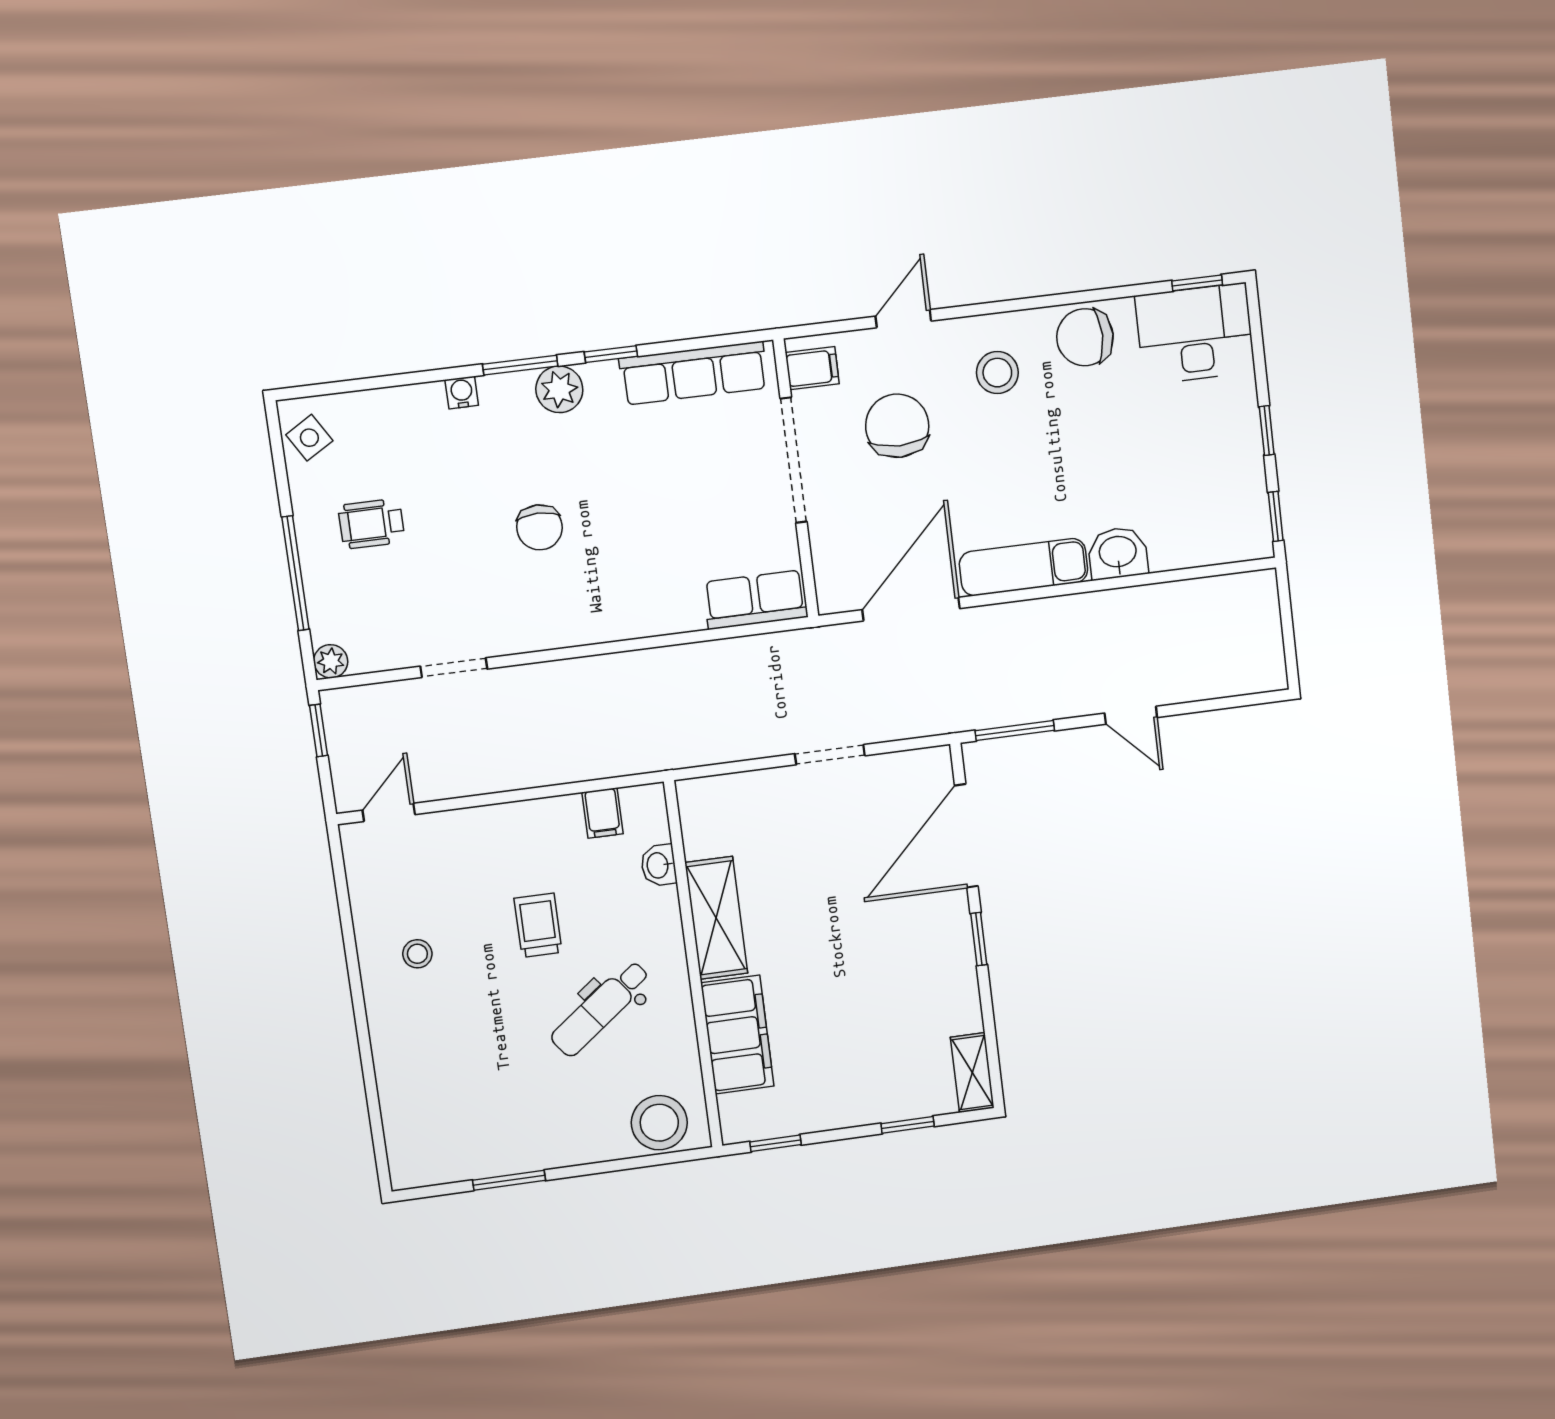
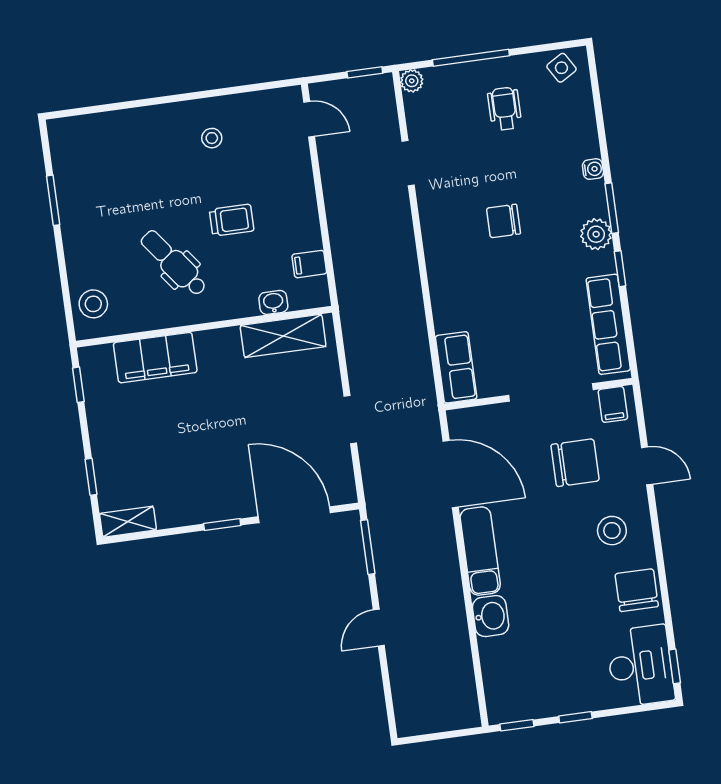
shelving: (716, 918) -> (283, 336), moved
stool: (659, 1123) -> (93, 304), width x0.73, depth x0.73

